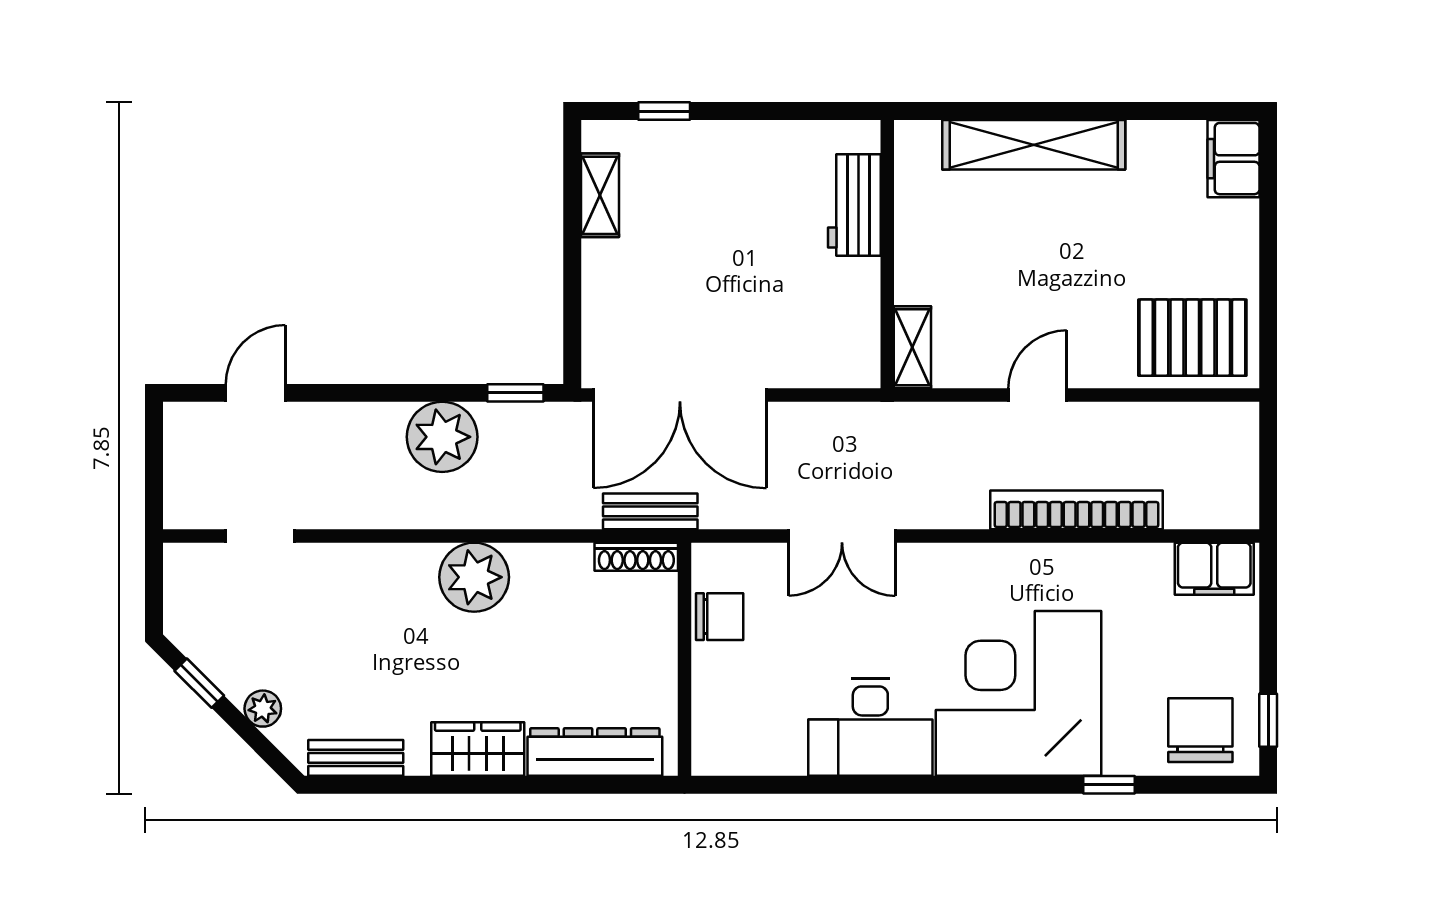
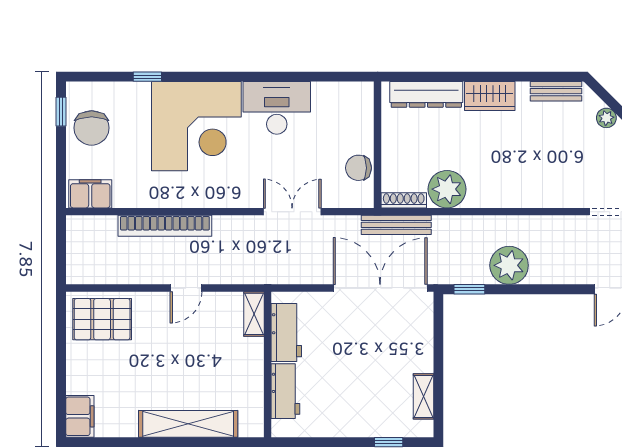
workbench: (853, 313) -> (286, 332), added
bench: (650, 511) -> (396, 225), width x1.36
plant: (474, 577) -> (447, 189), moved
chair: (1200, 730) -> (92, 128), moved

